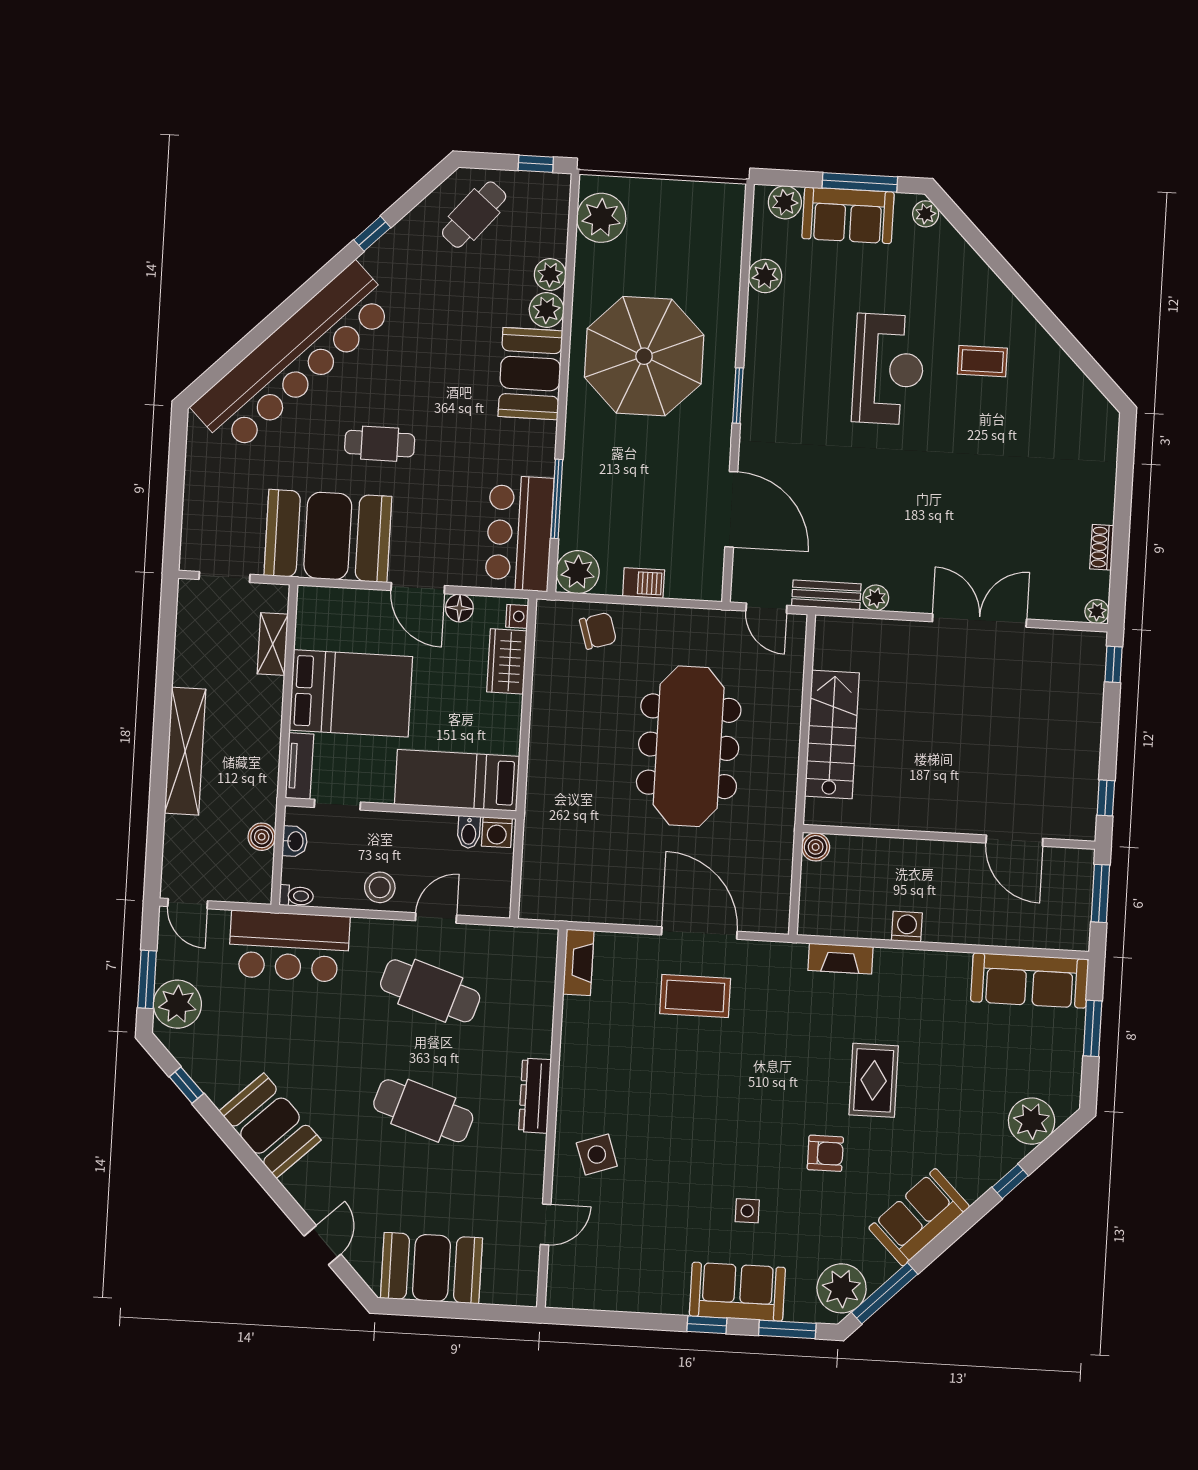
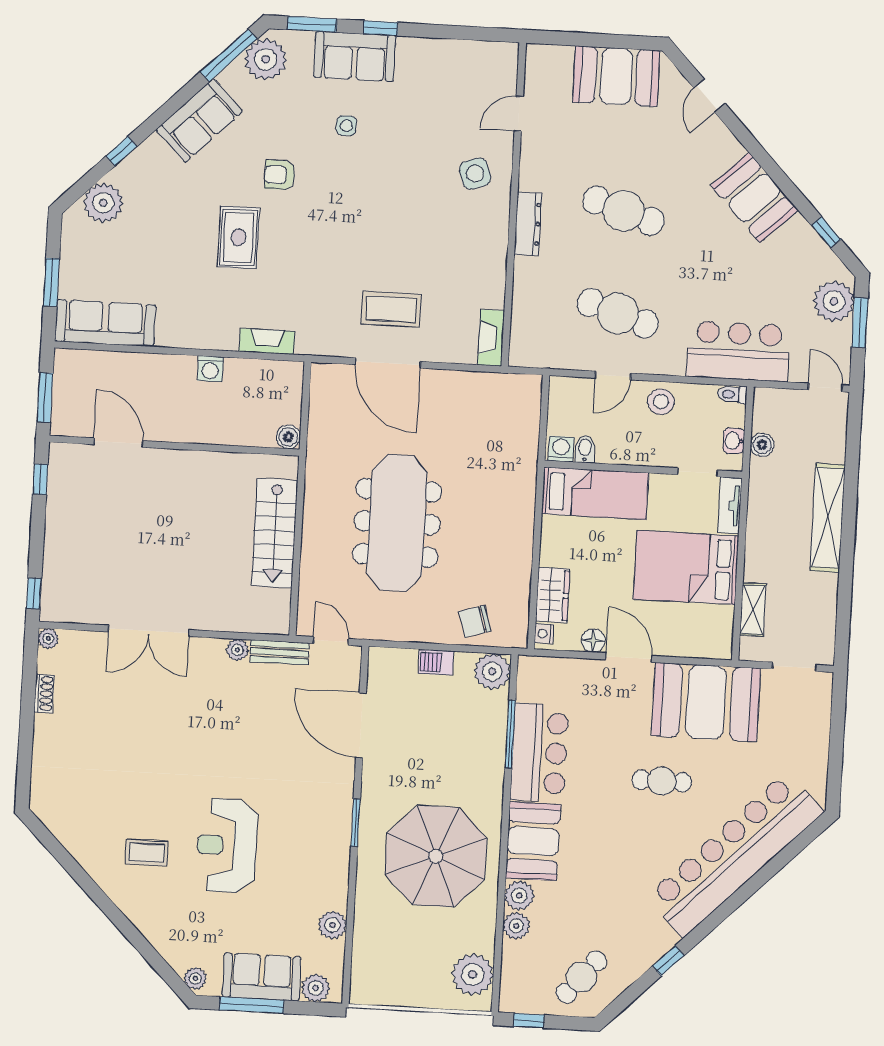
bar counter: (519, 533) -> (539, 753), moved

